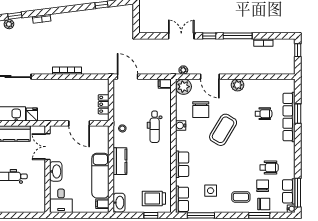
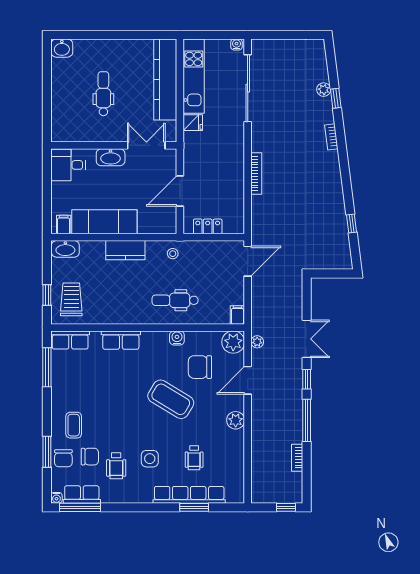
side table: (211, 191) -> (150, 459), moved

